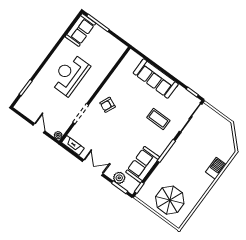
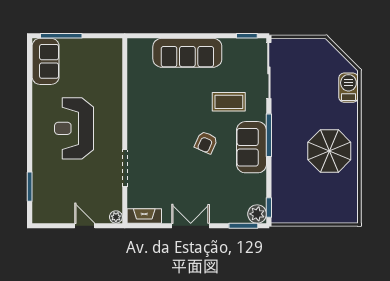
armchair: (108, 105) -> (206, 142), moved
sofa: (143, 165) -> (252, 147), moved
barbecue: (216, 168) -> (348, 88), moved
plant: (119, 178) -> (257, 214), moved
parasol: (170, 200) -> (329, 151), moved

